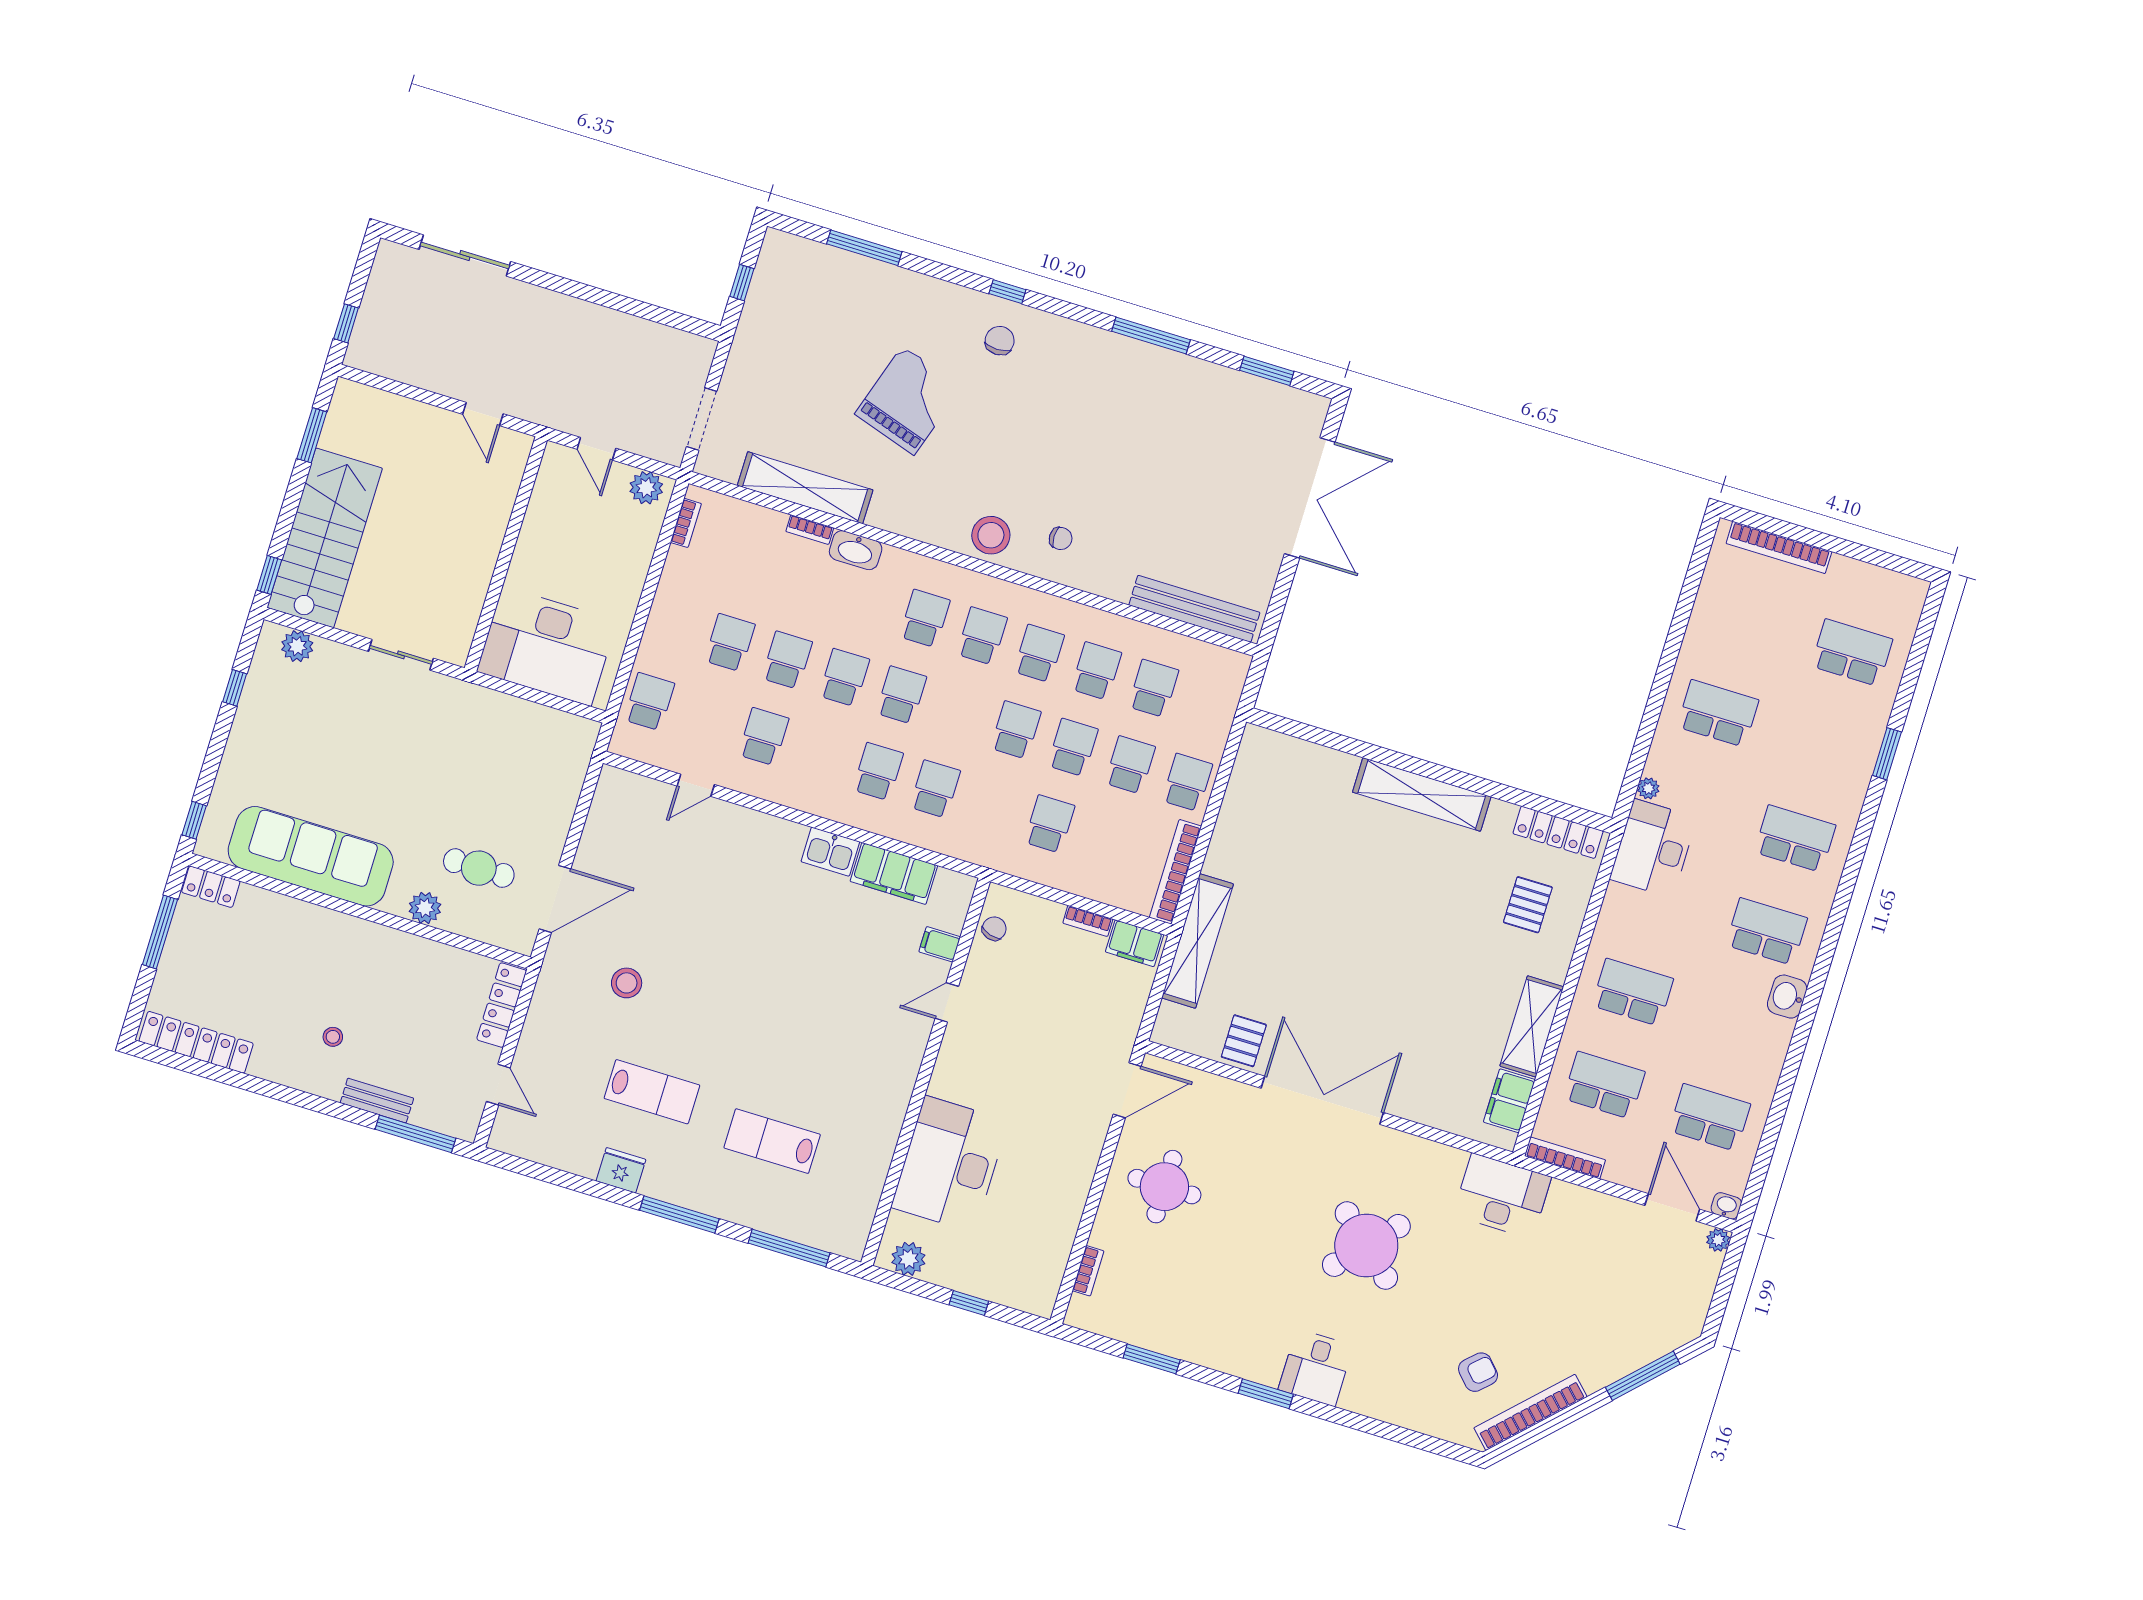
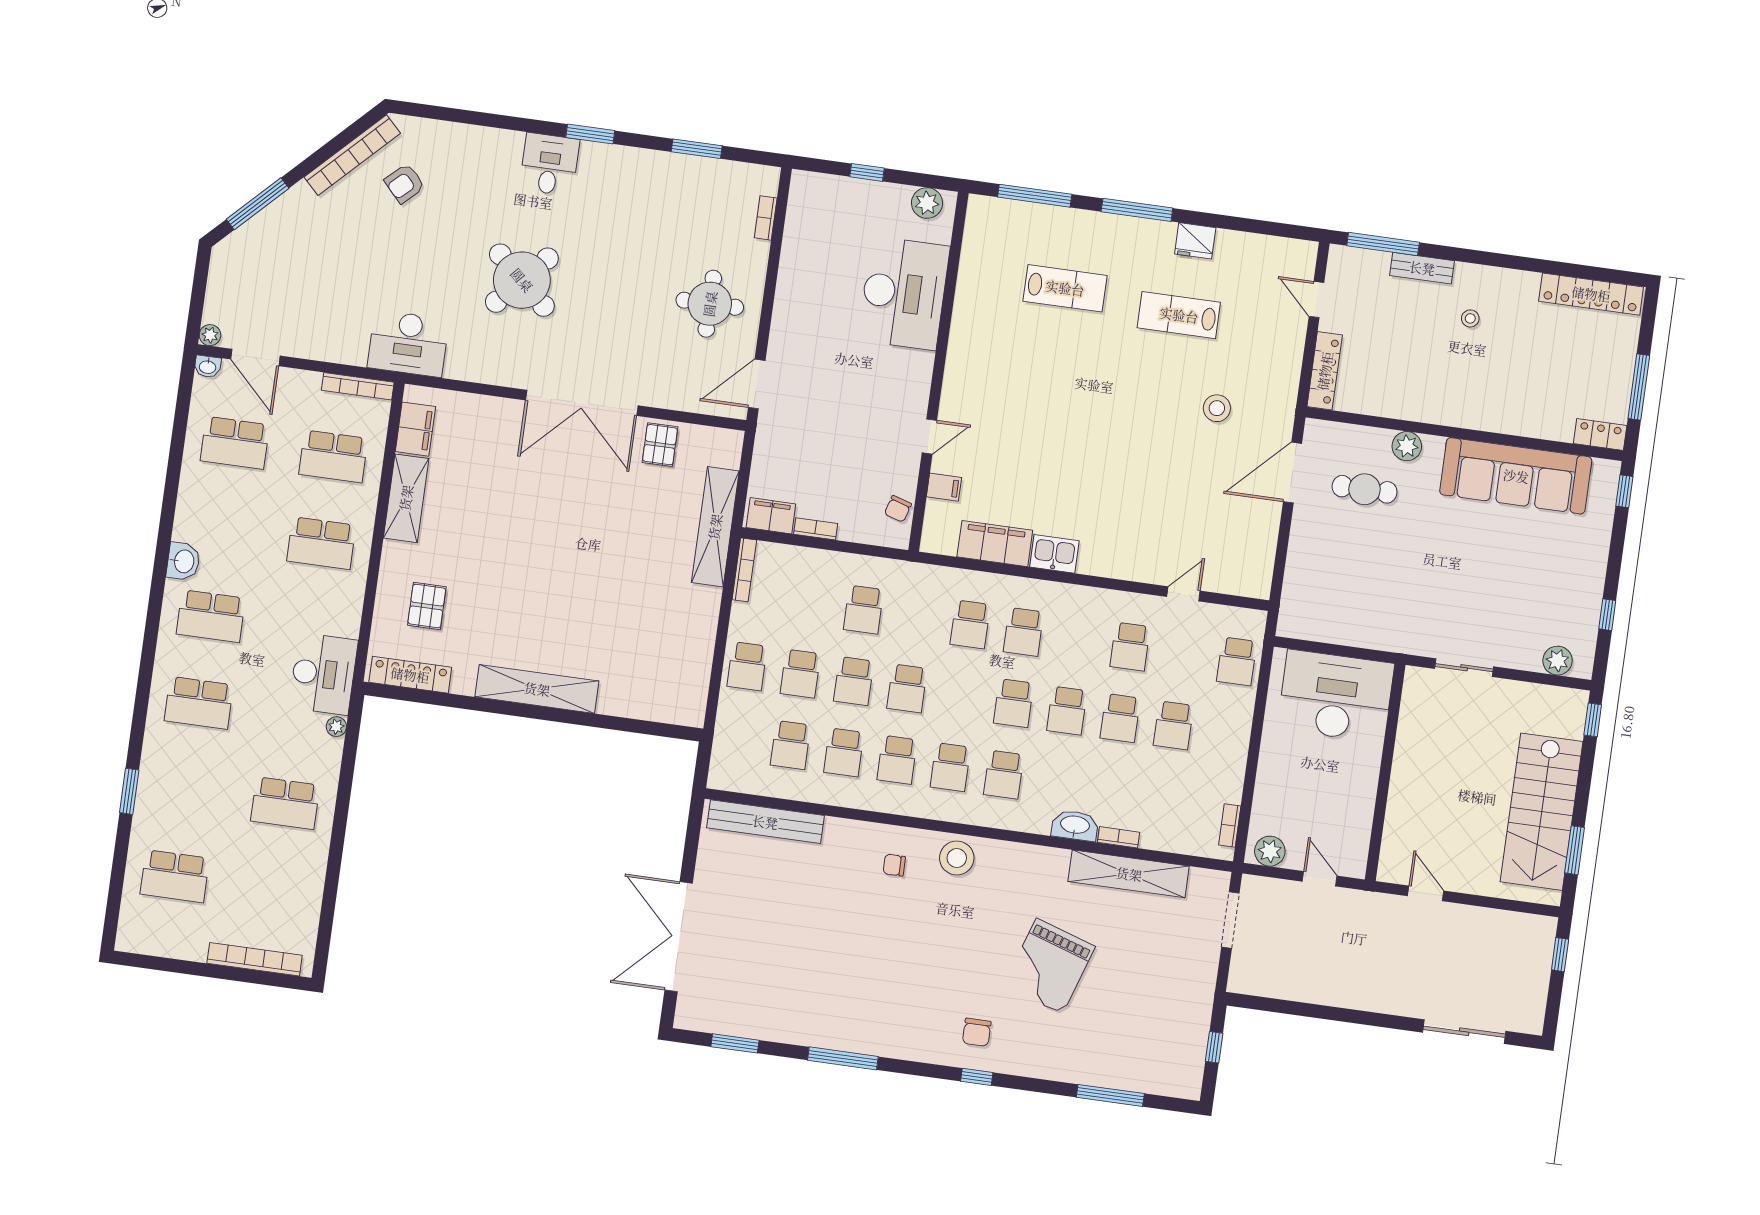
stairs: (325, 538) -> (1542, 812), moved
bookcase: (1175, 872) -> (744, 570), width x0.68, depth x0.76

